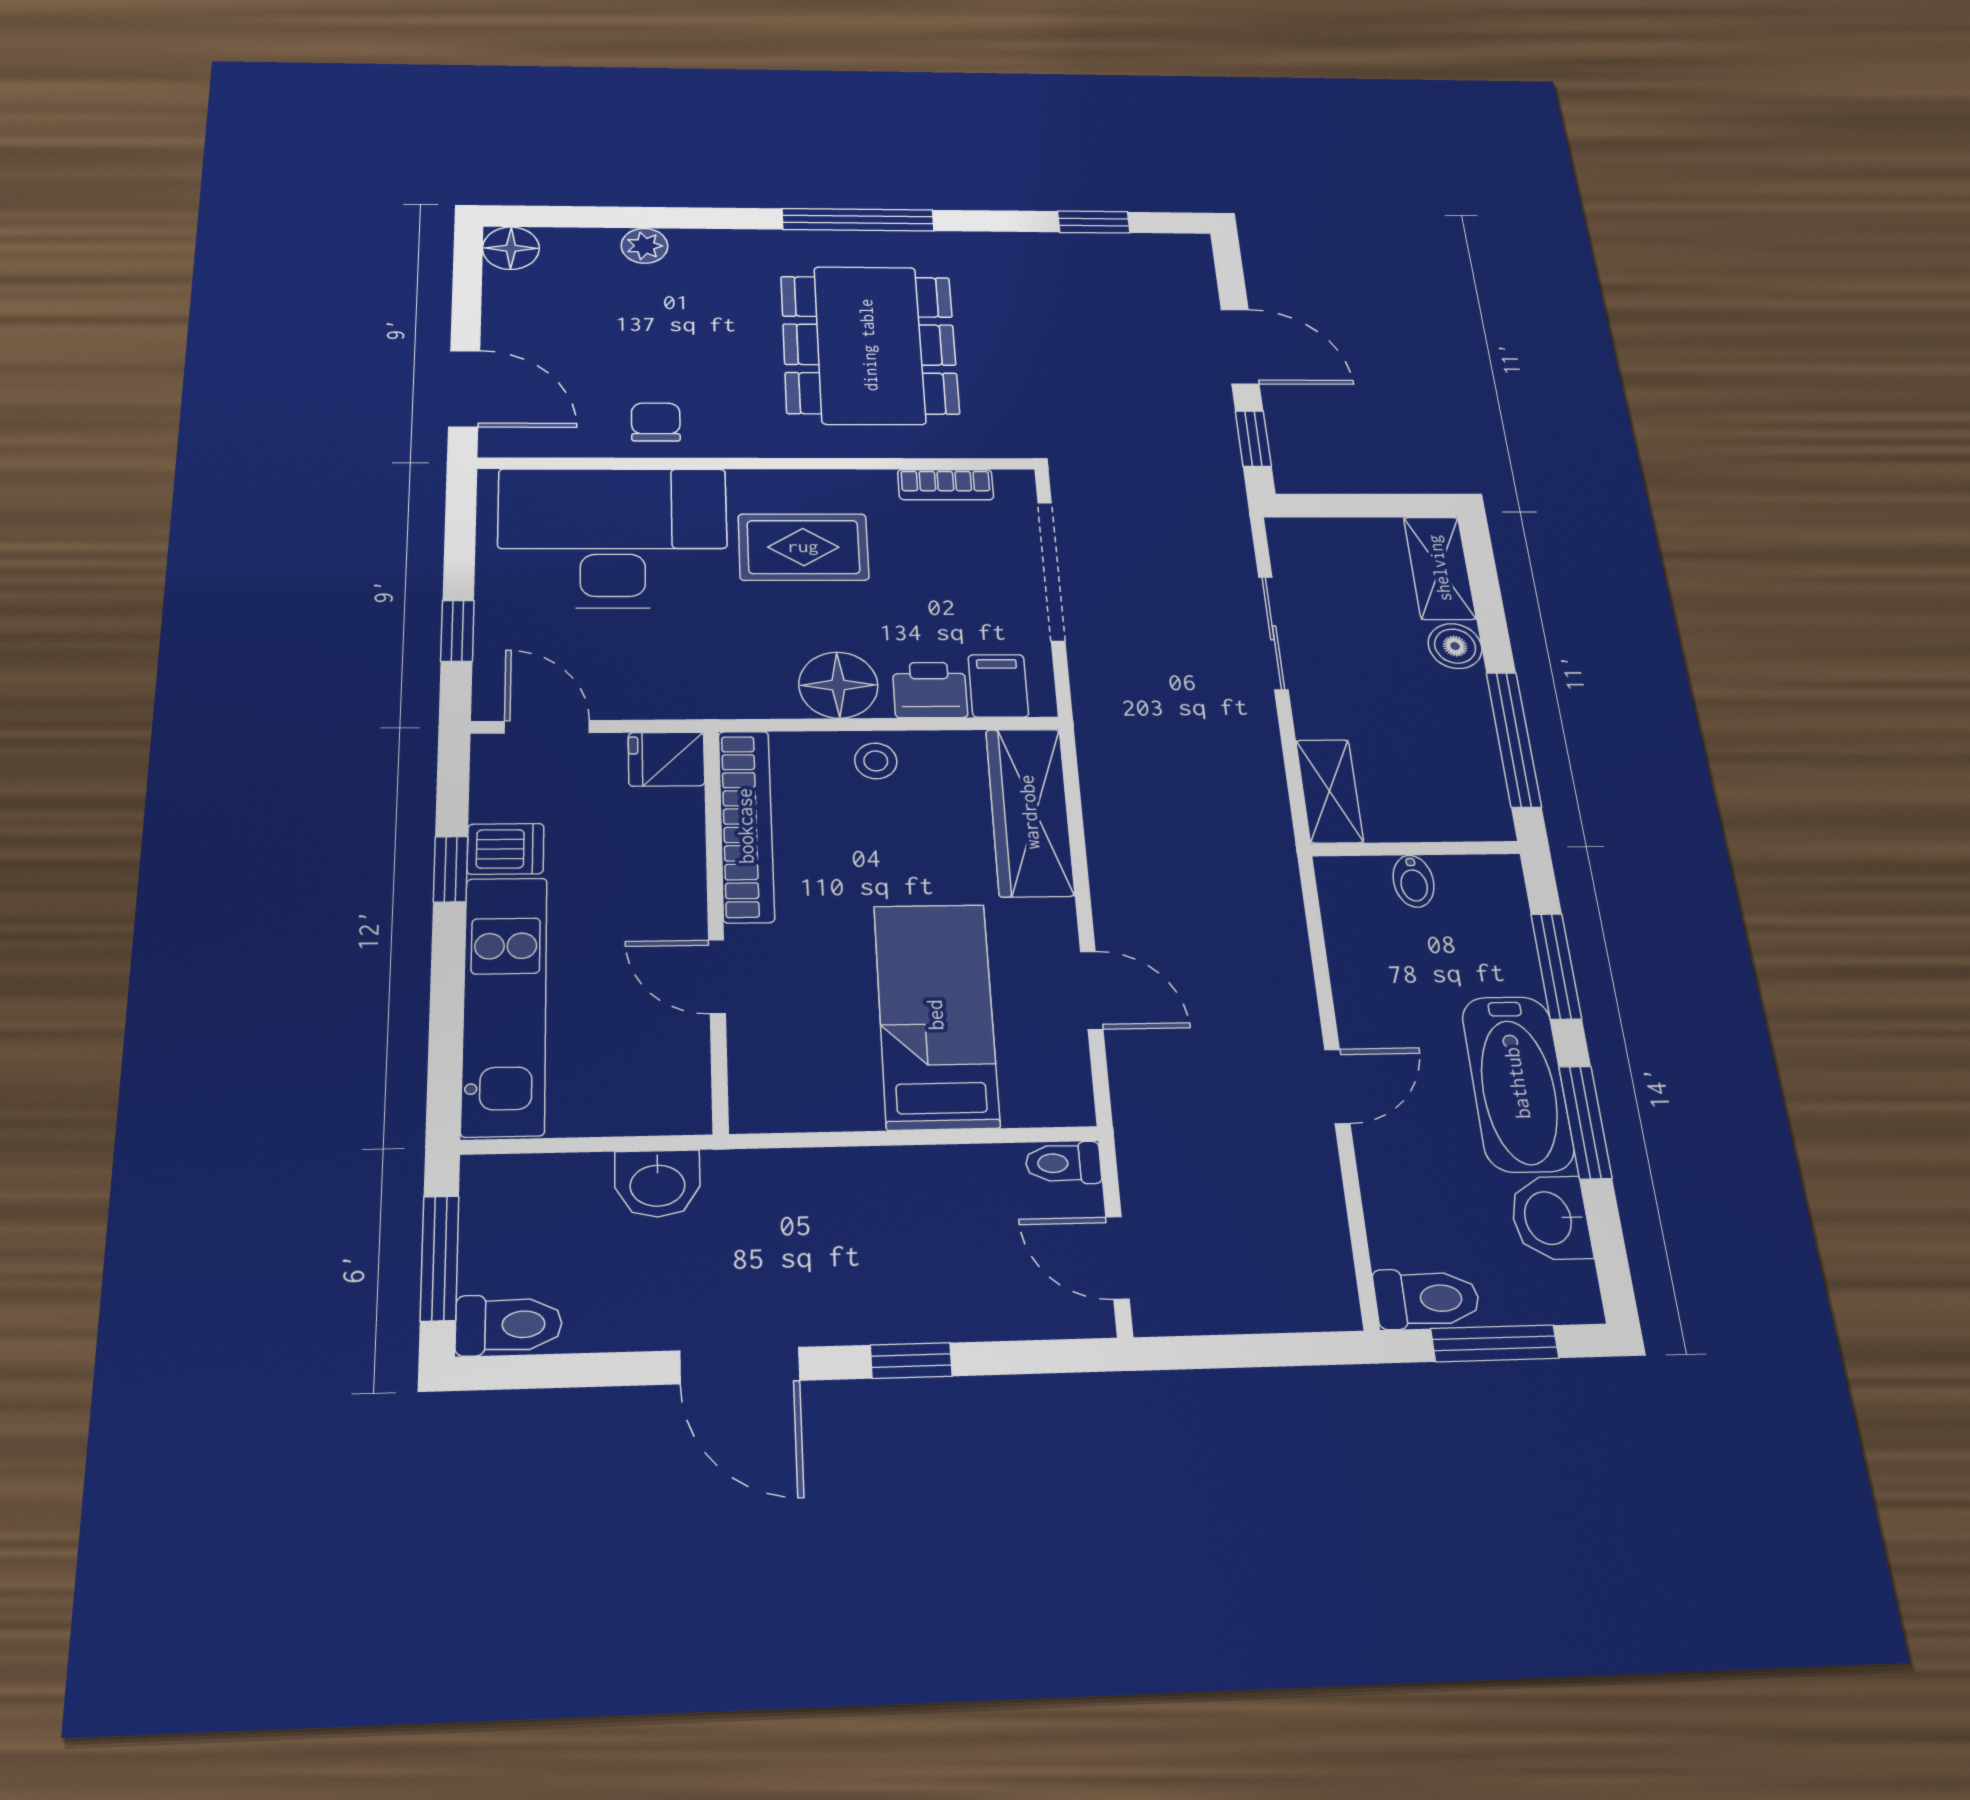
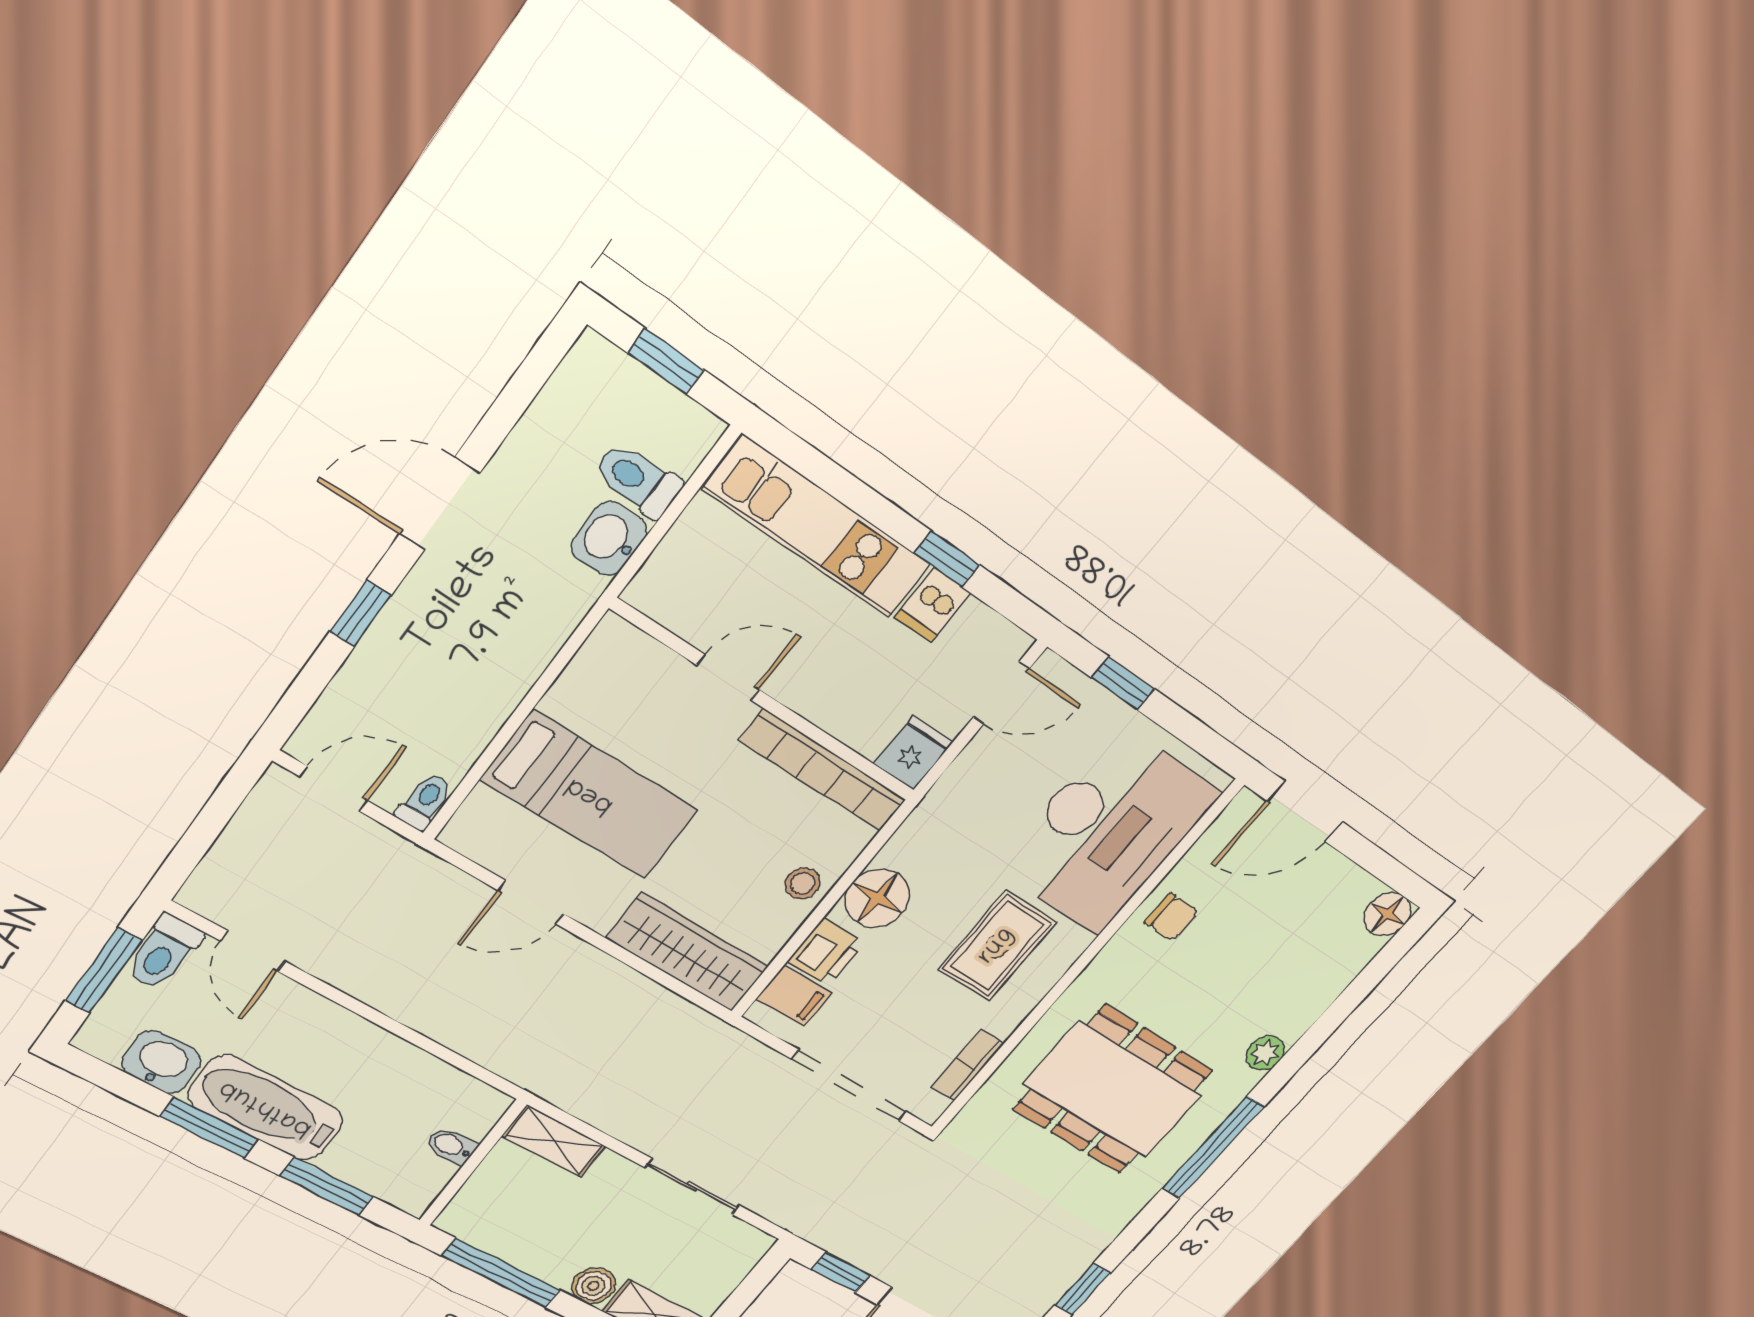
plant: (644, 246) -> (1265, 1053), moved
door: (1337, 1086) -> (253, 951), moved
window: (440, 1258) -> (666, 361), width x0.67
toilet: (509, 1325) -> (638, 480), moved, turned 90

